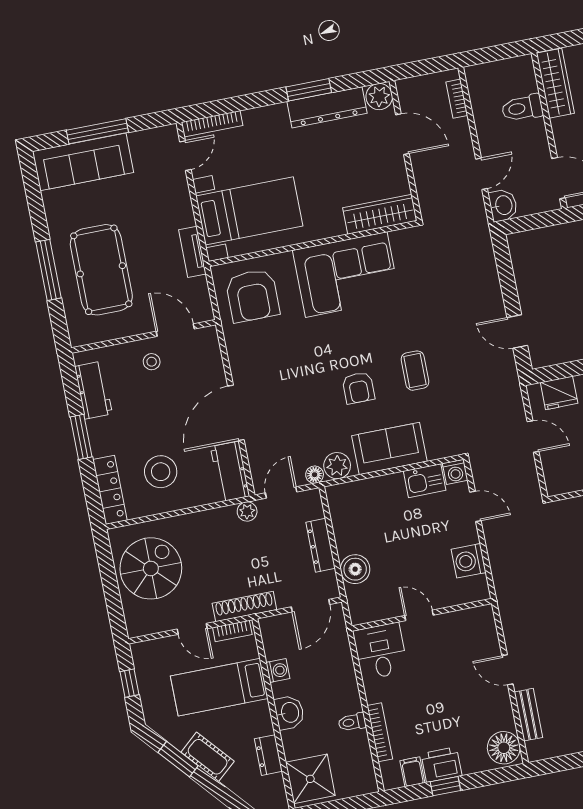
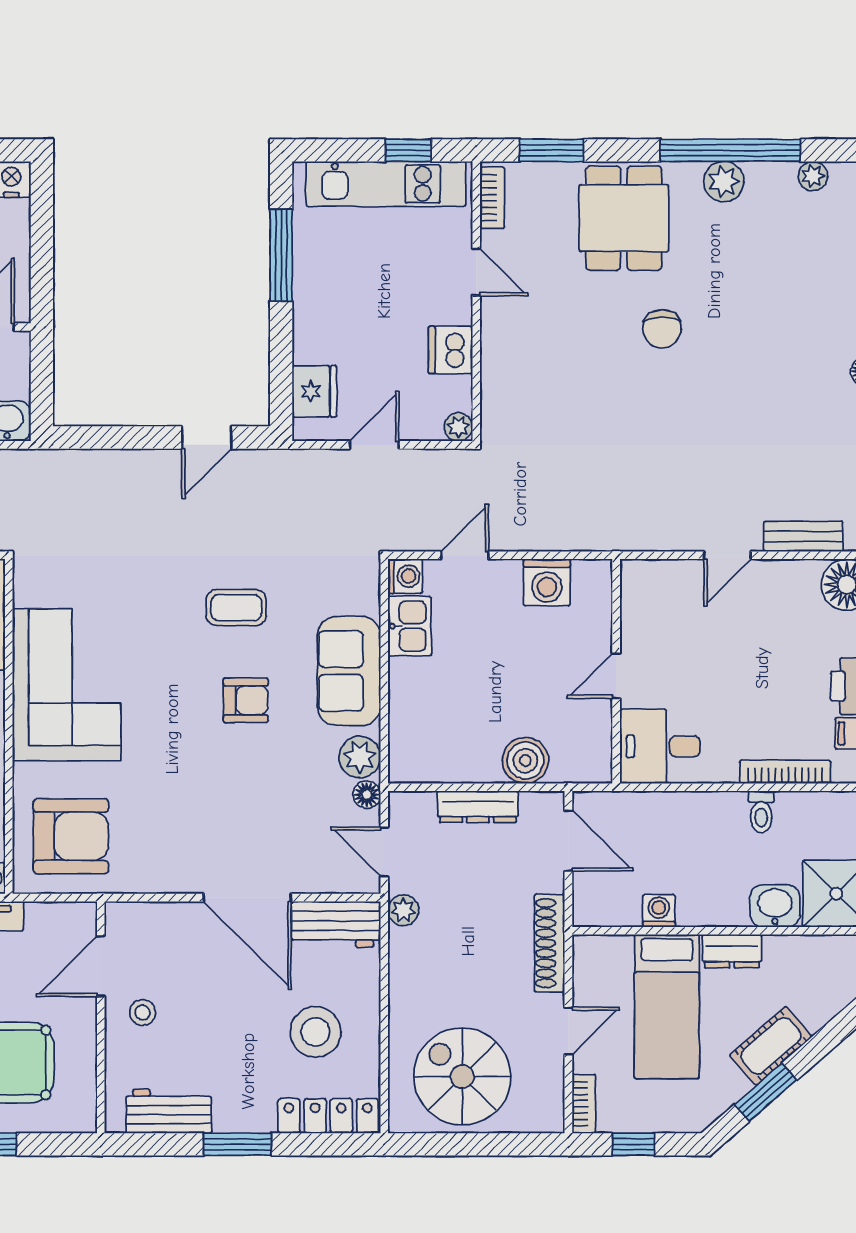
plant: (554, 487) -> (458, 427), added
bookcase: (232, 631) -> (584, 1104), moved
washbasin: (289, 713) -> (775, 906), moved
dresser: (268, 755) -> (732, 951), moved

